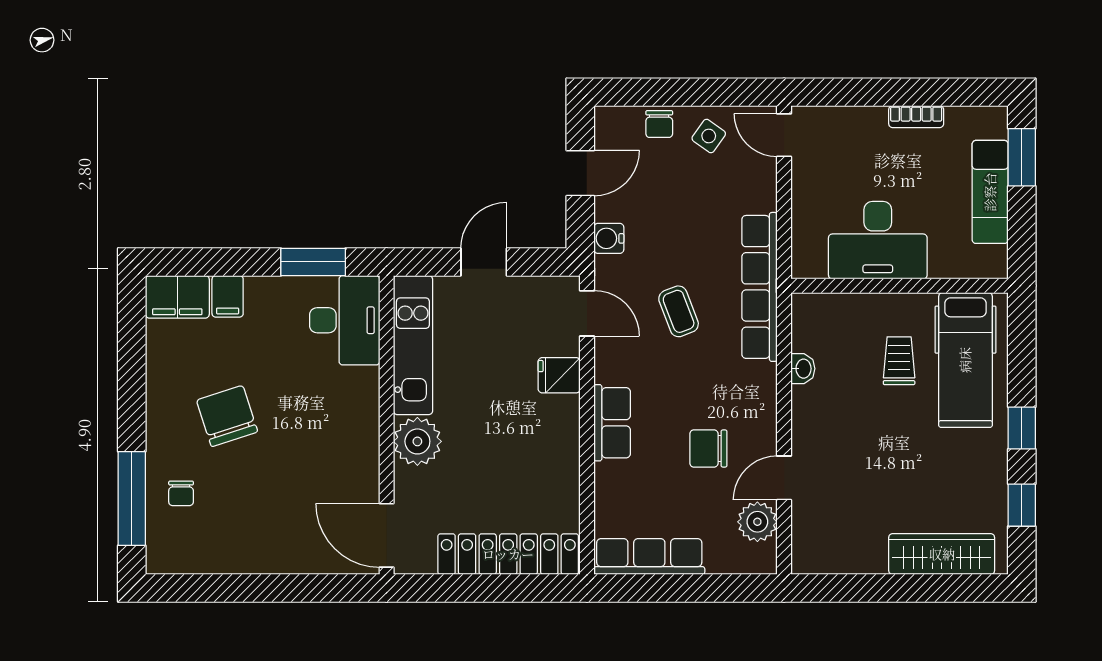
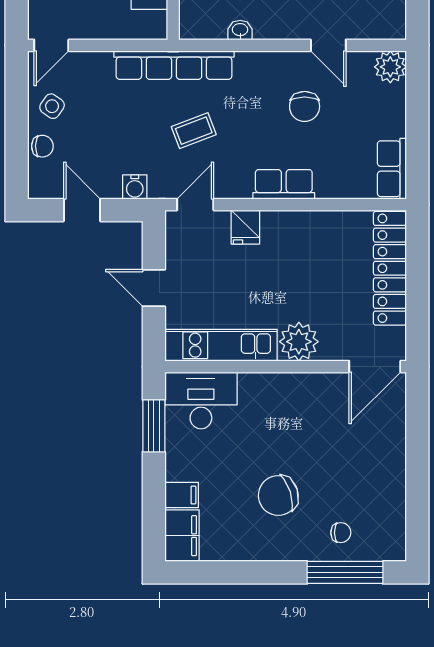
plant: (757, 522) -> (390, 67), moved
row of seats: (649, 557) -> (392, 169), width x0.68

